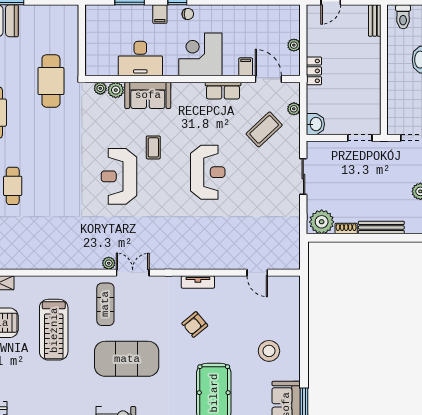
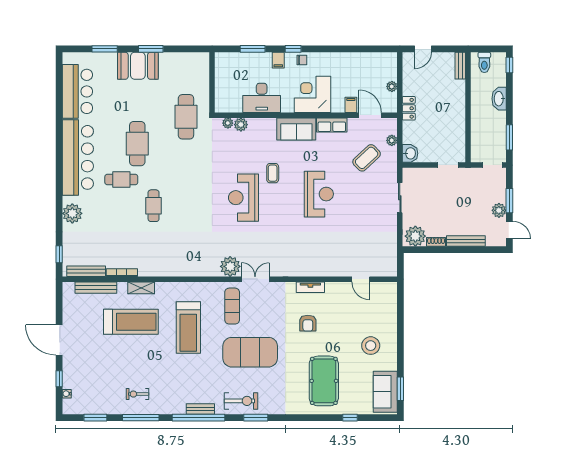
sofa: (148, 95) -> (296, 129), moved
plant: (109, 263) -> (230, 266), width x1.88, depth x1.88
armchair: (195, 324) -> (308, 323), turned -50

